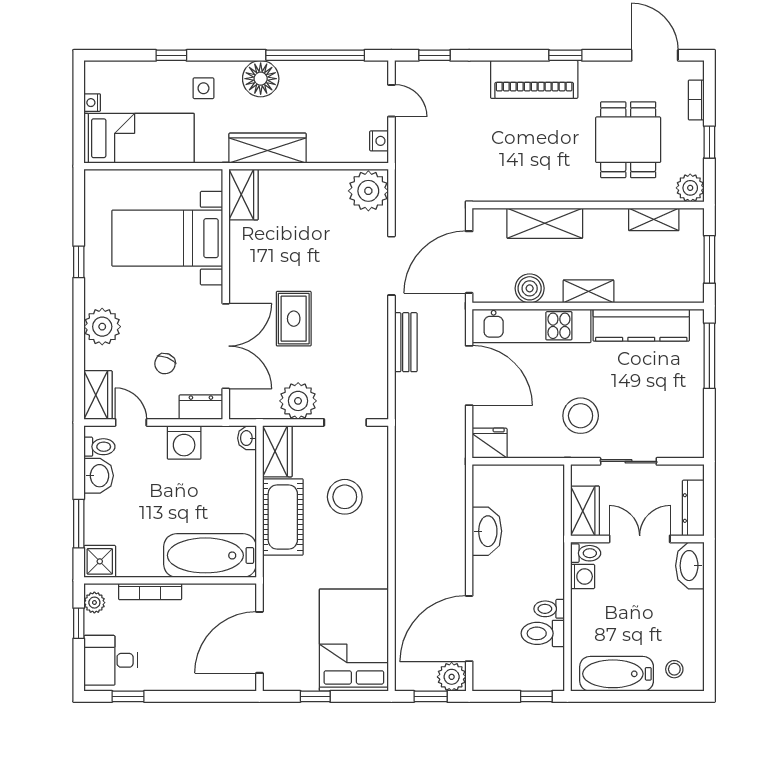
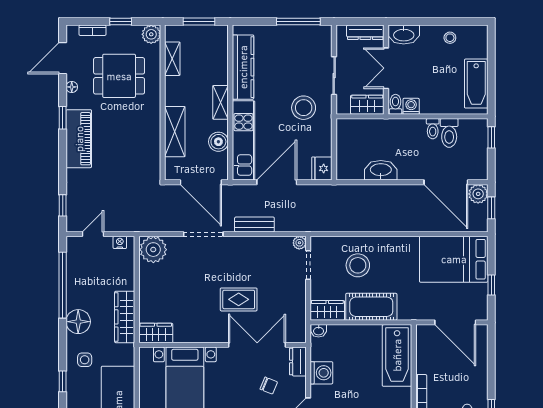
floor lamp: (611, 69) -> (72, 87), added
window: (709, 356) -> (298, 22), moved
plant: (298, 401) -> (299, 243), moved, width x0.53, depth x0.53
stool: (674, 669) -> (450, 38), moved

